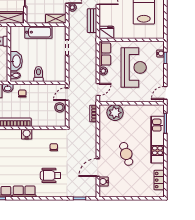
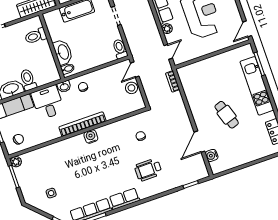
toilet: (39, 74) -> (120, 49), moved
plant: (115, 113) -> (197, 72), removed
water cooler: (27, 134) -> (91, 136), moved

